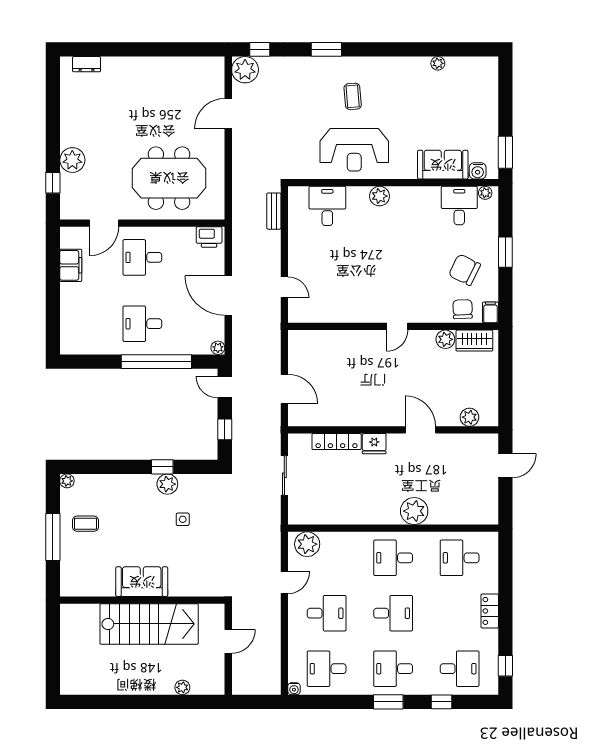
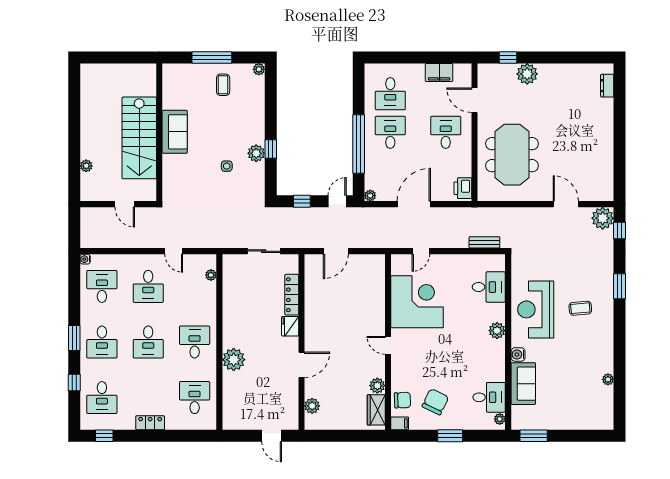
water cooler: (478, 171) -> (518, 354), moved
corner desk: (345, 292) -> (417, 302), added
desk: (96, 324) -> (390, 94), added
plant: (307, 544) -> (211, 275), width x0.53, depth x0.53
desk: (393, 669) -> (102, 342), turned 180

